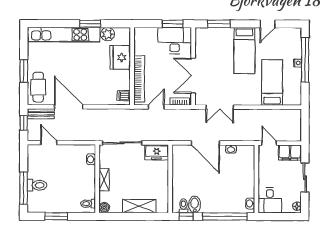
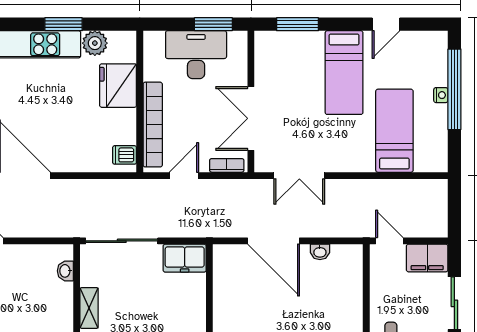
desk: (175, 41) -> (196, 55), moved

